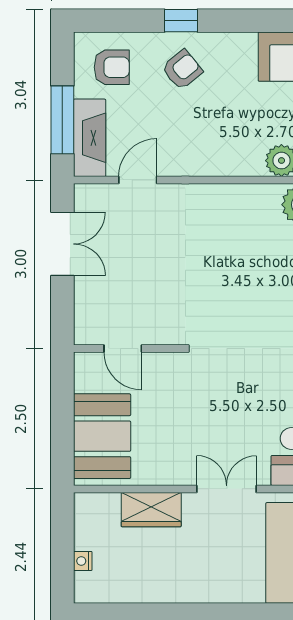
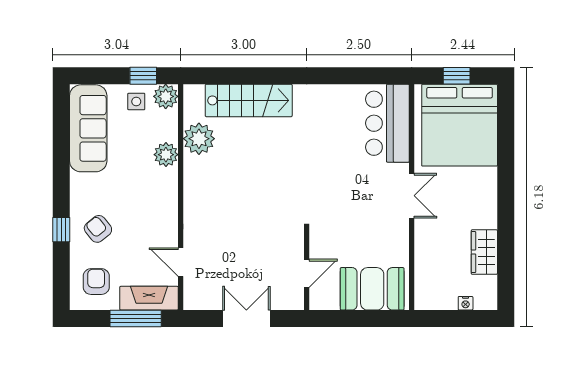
double door: (62, 244) -> (246, 318), moved
double door: (227, 489) -> (412, 196), swing flipped
wardrobe: (151, 510) -> (484, 252), moved, turned 180

